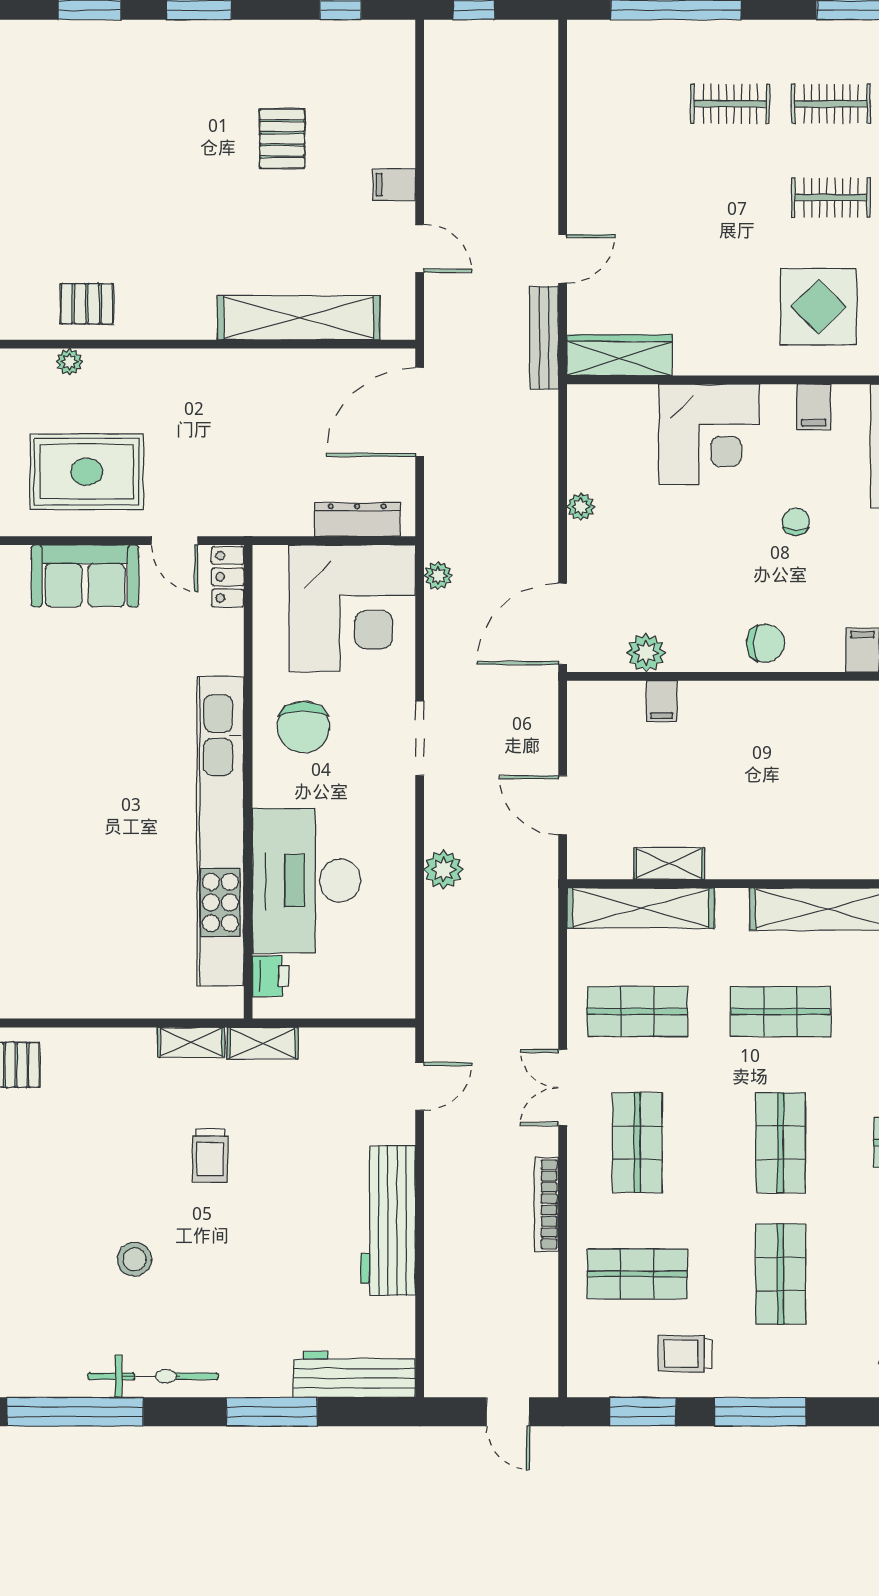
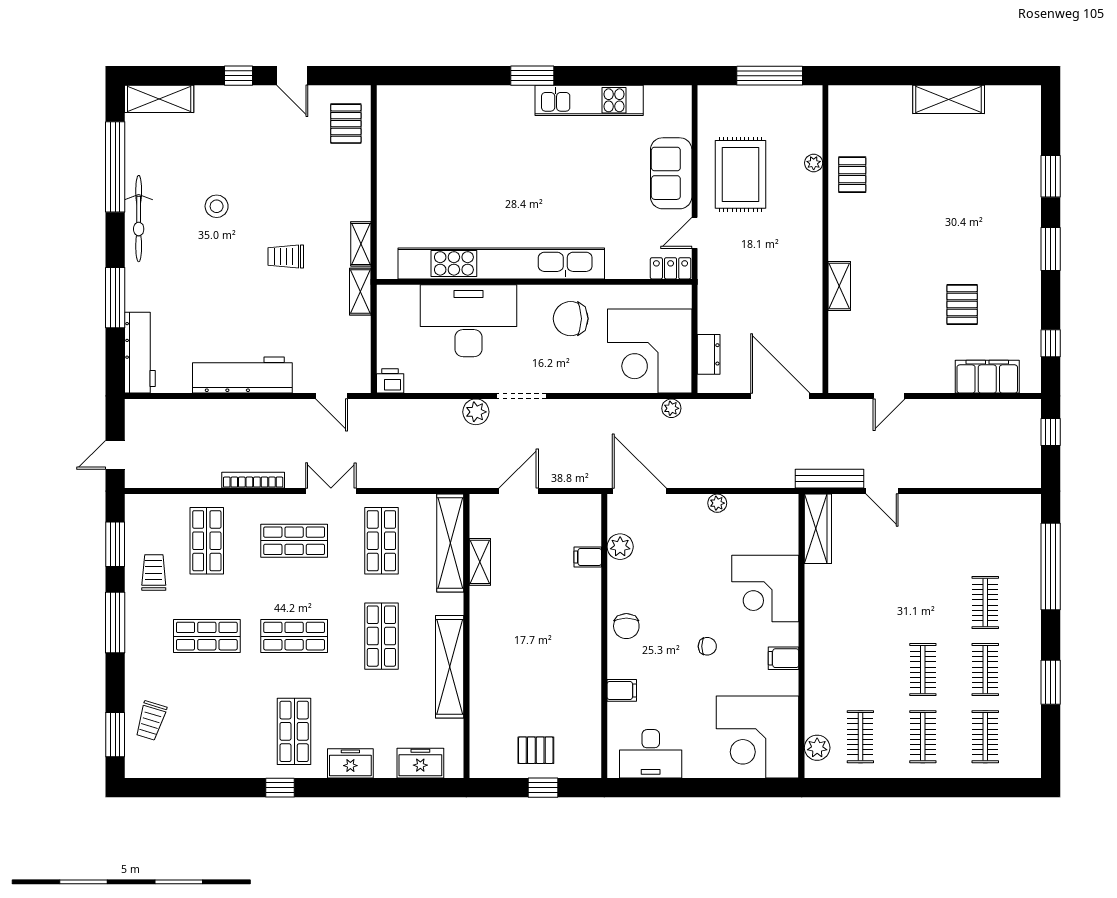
pallet: (282, 139) -> (962, 304), turned 90
filing cabinet: (394, 185) -> (987, 377), moved, width x3.00, depth x1.17
display table: (819, 307) -> (850, 661), removed
shelving: (299, 318) -> (839, 286), width x0.45, depth x0.75
dresser: (357, 519) -> (709, 354), width x0.70
doorway: (420, 738) -> (521, 396), moved
printer: (271, 976) -> (390, 381), moved, turned 180

